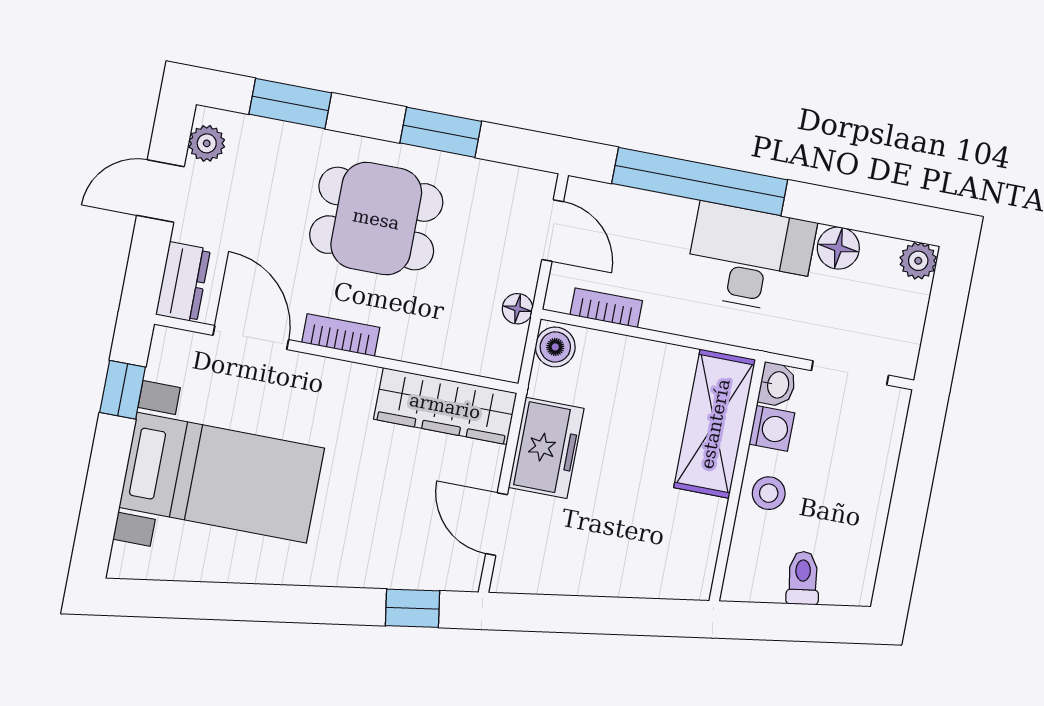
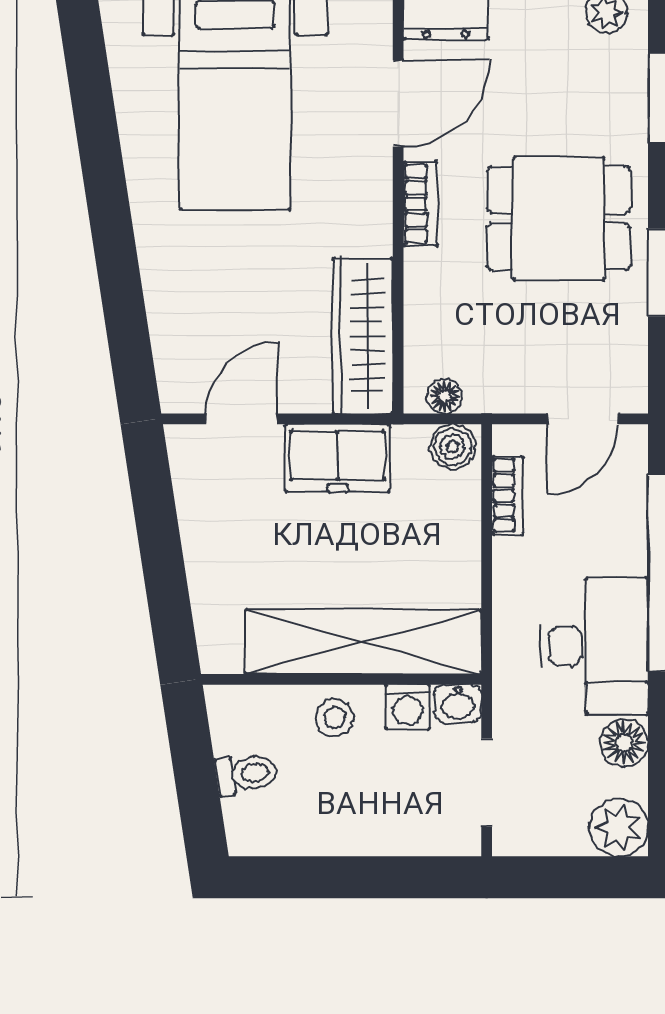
dining table: (376, 219) -> (558, 219), turned 90
plant: (918, 261) -> (619, 827), width x1.38, depth x1.38
floor lamp: (518, 309) -> (445, 396), moved
shelving: (715, 424) -> (363, 642), width x1.47
window: (412, 608) -> (129, 343), removed

